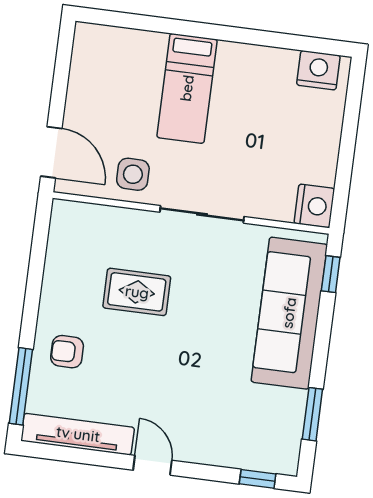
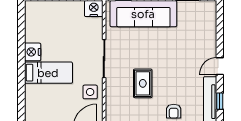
nightstand: (318, 70) -> (33, 52), moved
window: (258, 479) -> (220, 101), moved

